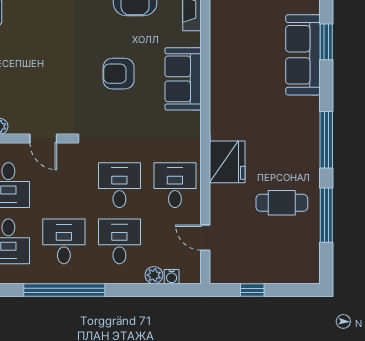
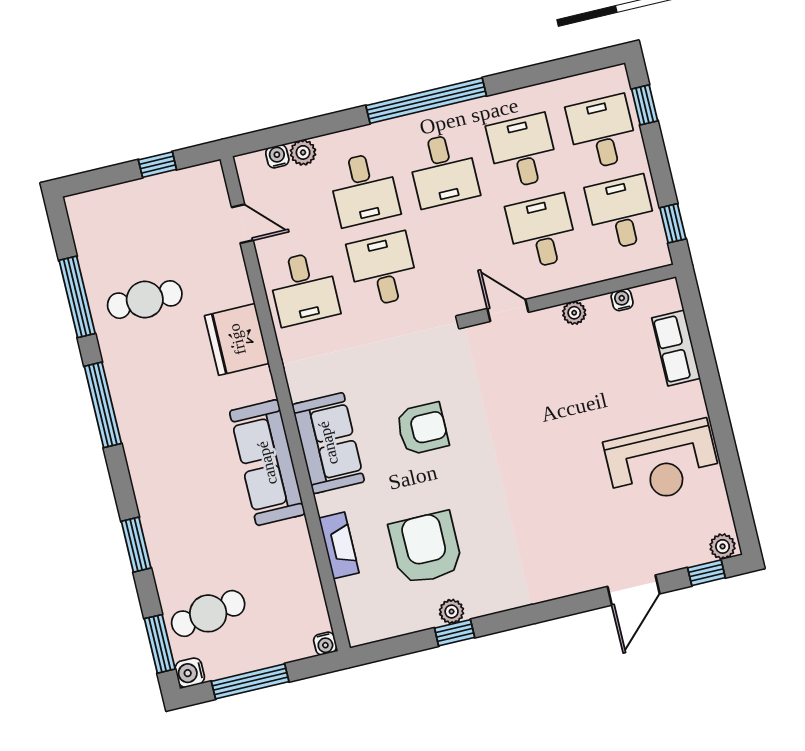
sofa: (303, 55) -> (267, 463), moved, turned 180
desk: (119, 185) -> (383, 270), turned 180

